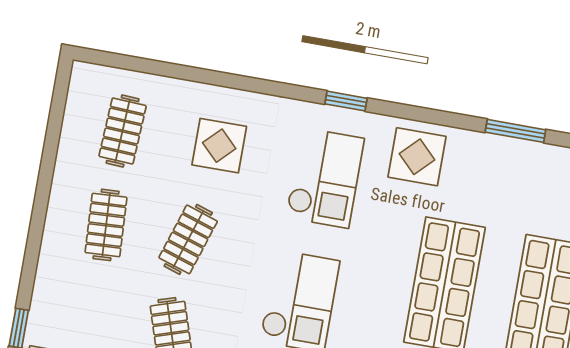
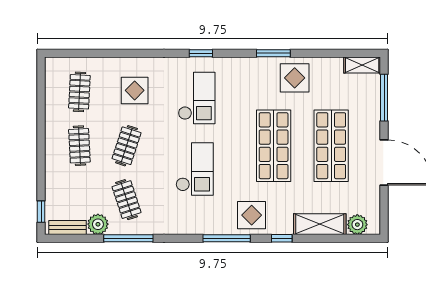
window: (515, 131) -> (273, 53), moved
display table: (417, 157) -> (295, 78), moved

